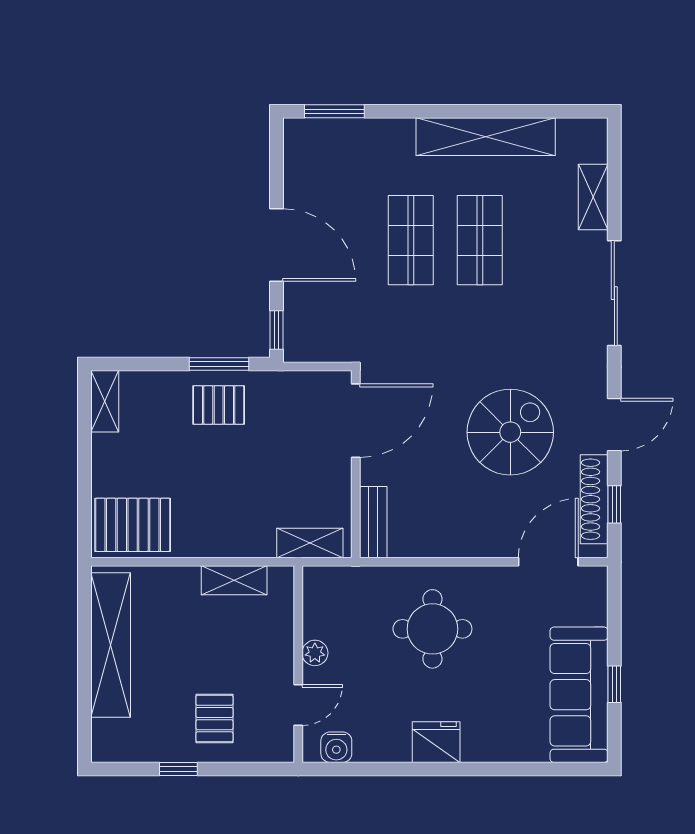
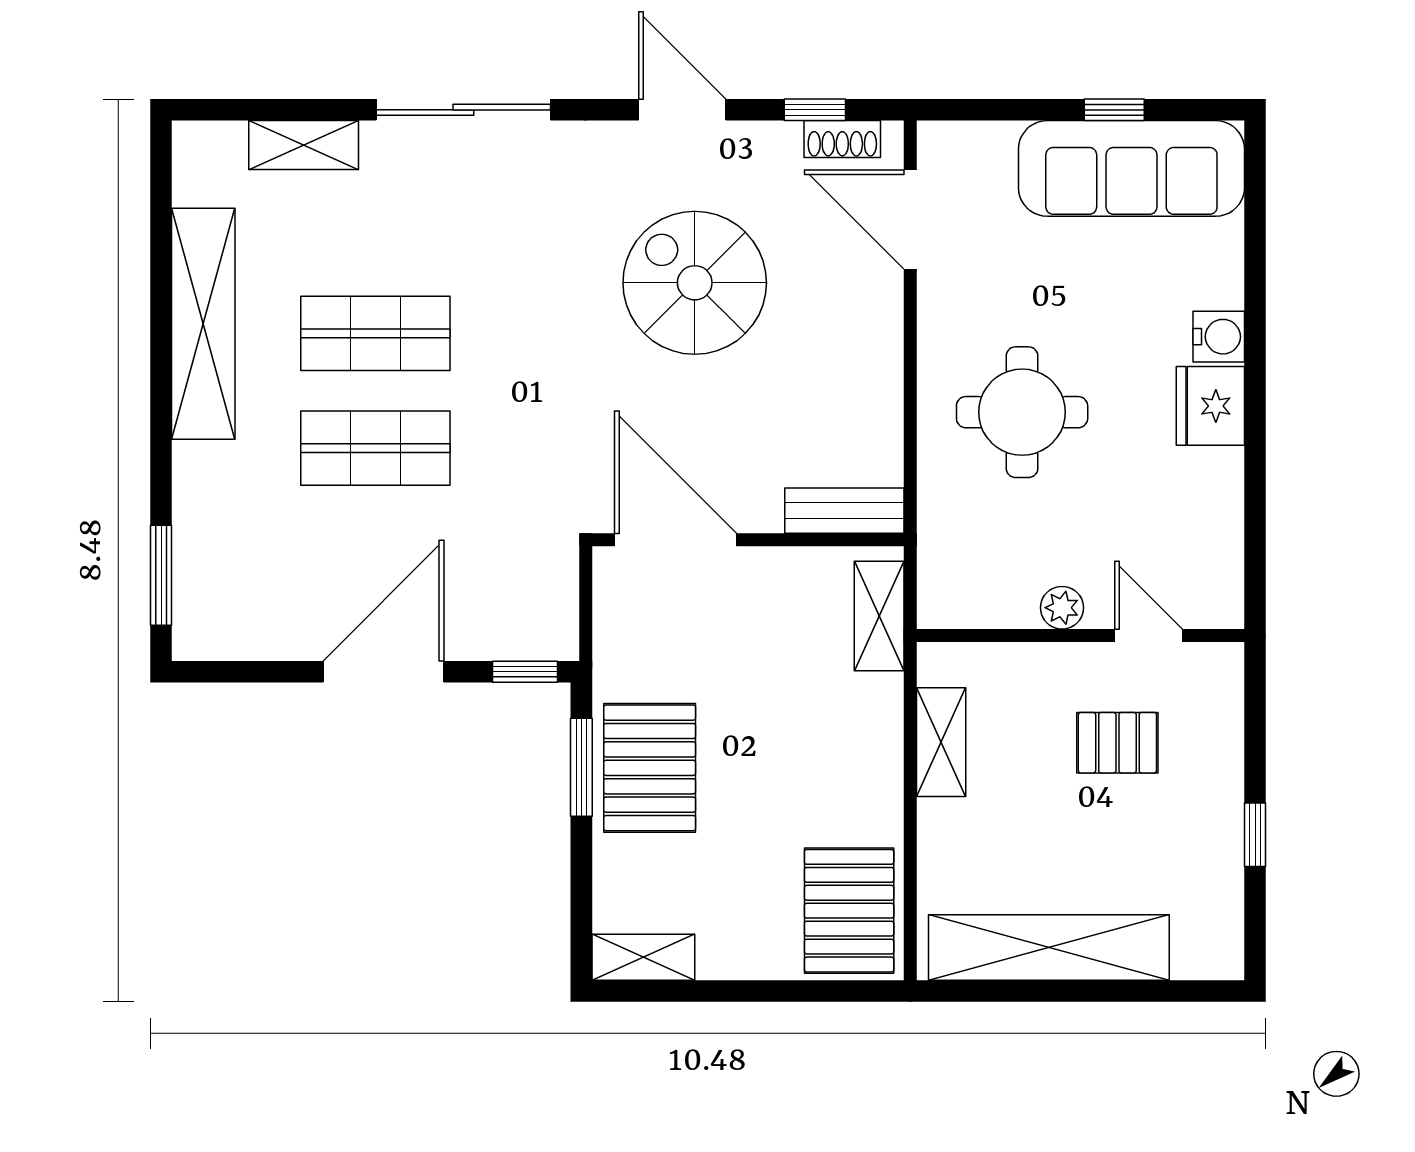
pallet: (219, 405) -> (650, 768), width x1.50, depth x1.42
shoe rack: (594, 499) -> (842, 139), width x0.51, depth x0.81
pallet: (214, 719) -> (1117, 743), moved
water cooler: (336, 747) -> (1219, 337), moved

